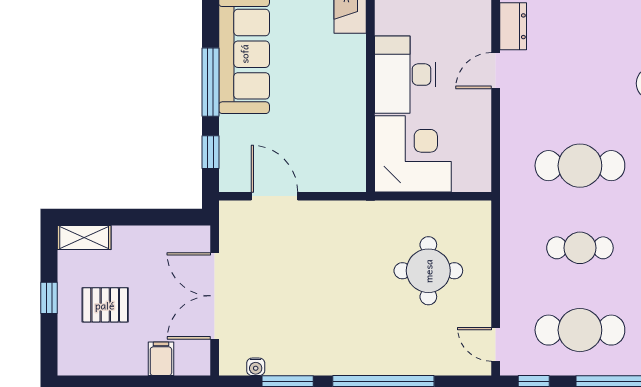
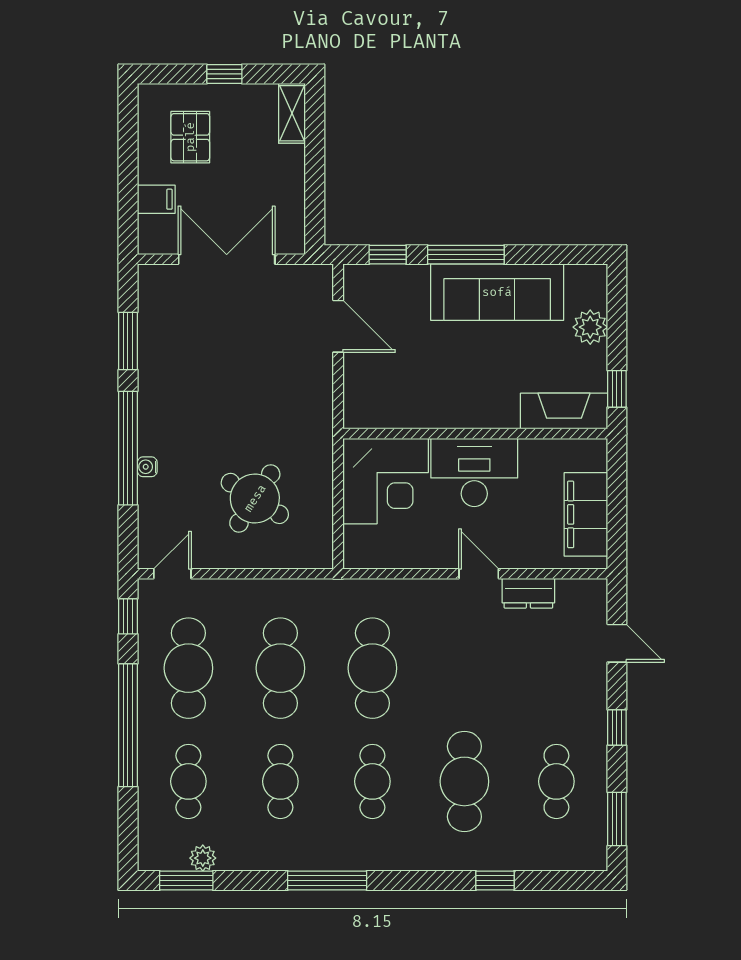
door: (274, 196) -> (338, 326), hinge flipped
cafe table: (580, 248) -> (280, 668), width x1.37, depth x1.35
round table: (428, 271) -> (255, 498), turned 33
pallet: (105, 305) -> (190, 137), moved
water cooler: (256, 367) -> (147, 467), moved

